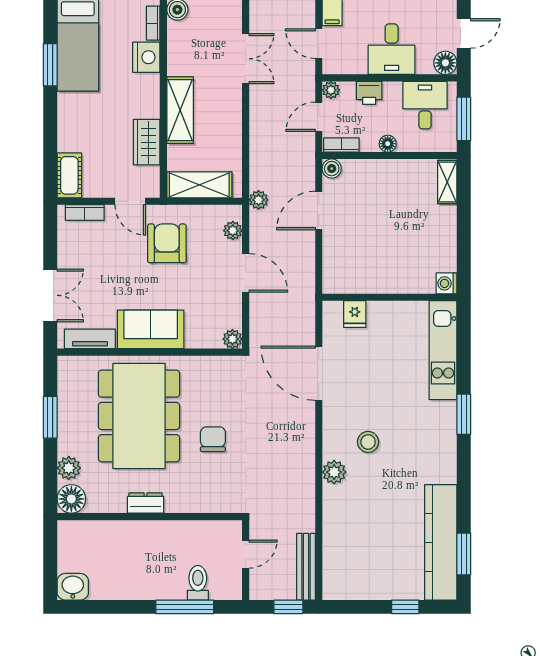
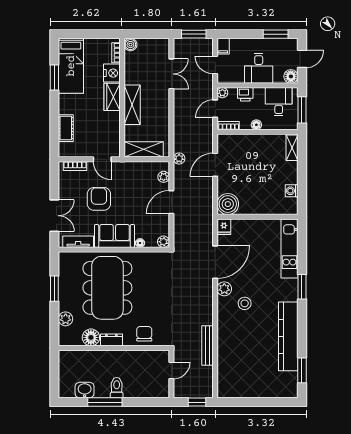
wardrobe: (147, 142) -> (112, 97), moved
boiler: (332, 169) -> (228, 204), moved, width x1.86, depth x1.86
cot: (69, 175) -> (66, 128), moved
armchair: (167, 243) -> (99, 199), moved
door: (246, 273) -> (171, 202), swing flipped
washing machine: (447, 283) -> (292, 191), moved
fridge: (355, 314) -> (224, 227), moved
floor lamp: (193, 341) -> (140, 243), added
door: (319, 373) -> (215, 262), swing flipped
chair: (213, 439) -> (144, 334), moved
plant: (334, 472) -> (224, 289), moved
floor lamp: (71, 499) -> (91, 337), moved
kitchen counter: (441, 542) -> (288, 336), moved
bench: (306, 567) -> (207, 346), moved
toilet: (198, 583) -> (117, 388), moved
washbasin: (73, 587) -> (85, 390), moved
window: (185, 607) -> (105, 402), moved
window: (405, 607) -> (267, 402), removed

